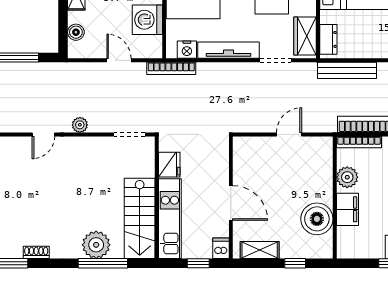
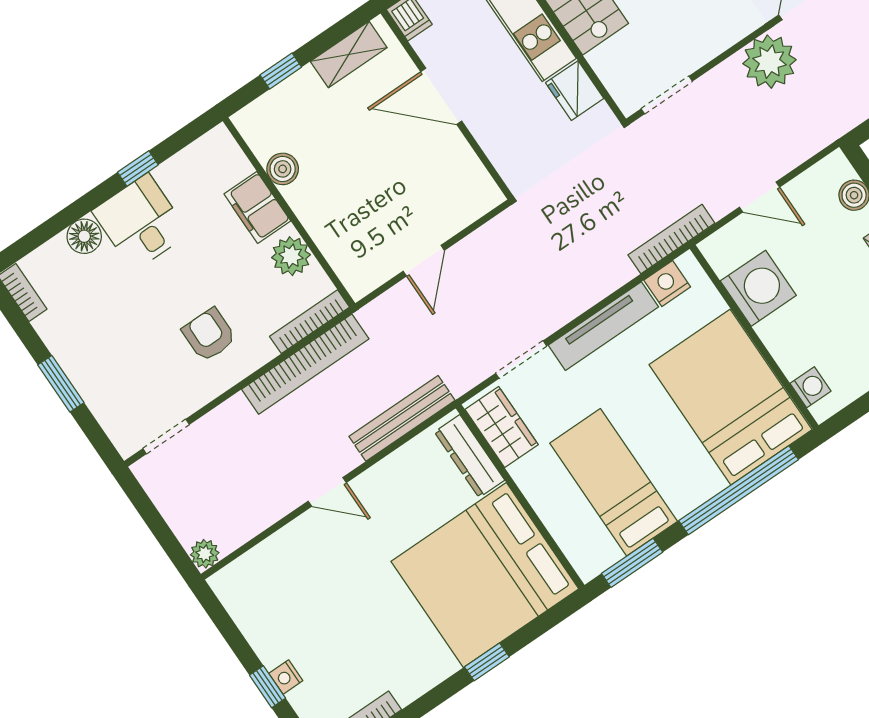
dresser: (328, 39) -> (469, 456), width x1.44
plant: (80, 125) -> (769, 62), width x1.88, depth x1.88
boiler: (317, 219) -> (283, 169), width x0.54, depth x0.54

